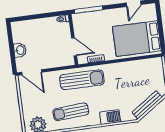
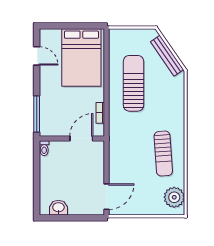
washbasin: (20, 50) -> (58, 208), moved
sun lounger: (82, 80) -> (134, 83), moved
barbecue: (110, 117) -> (176, 105), removed

